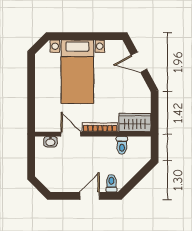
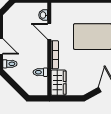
door: (71, 134) -> (49, 31), swing flipped

